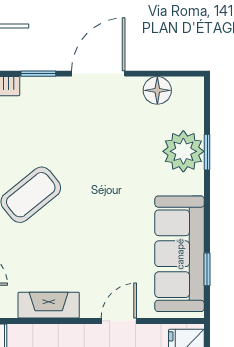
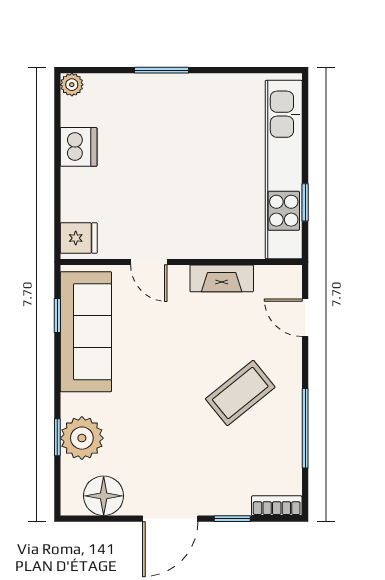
floor lamp: (157, 90) -> (104, 496), width x1.38, depth x1.38
door: (119, 321) -> (149, 262), hinge flipped

